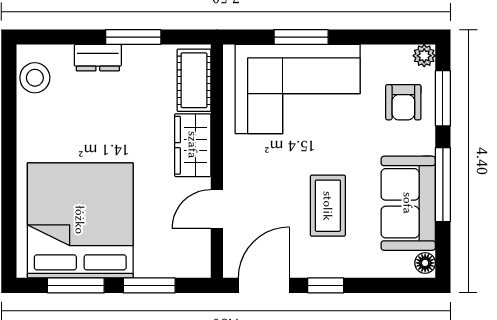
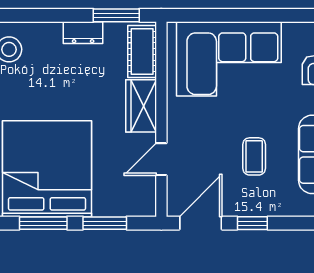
window: (133, 37) -> (116, 15), moved
window: (301, 37) -> (232, 15), removed
dresser: (98, 58) -> (83, 33), moved
coffee table: (328, 206) -> (254, 156), width x0.73, depth x0.77

